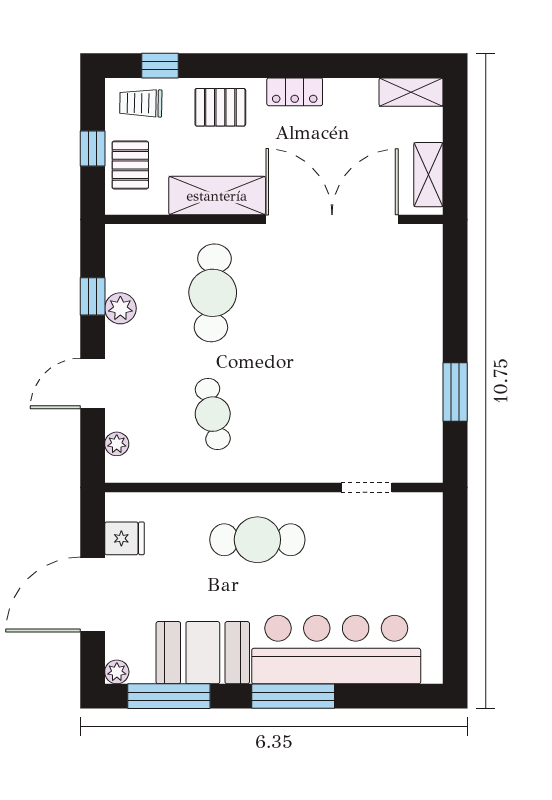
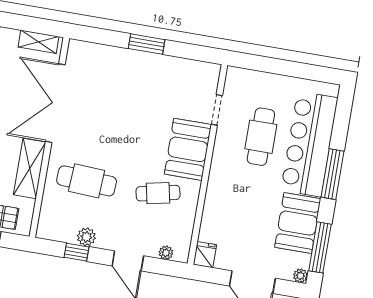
window: (455, 392) -> (147, 44), moved
booth: (293, 451) -> (188, 149), added
fridge: (125, 538) -> (205, 255), moved
cafe table: (257, 540) -> (261, 137), moved

